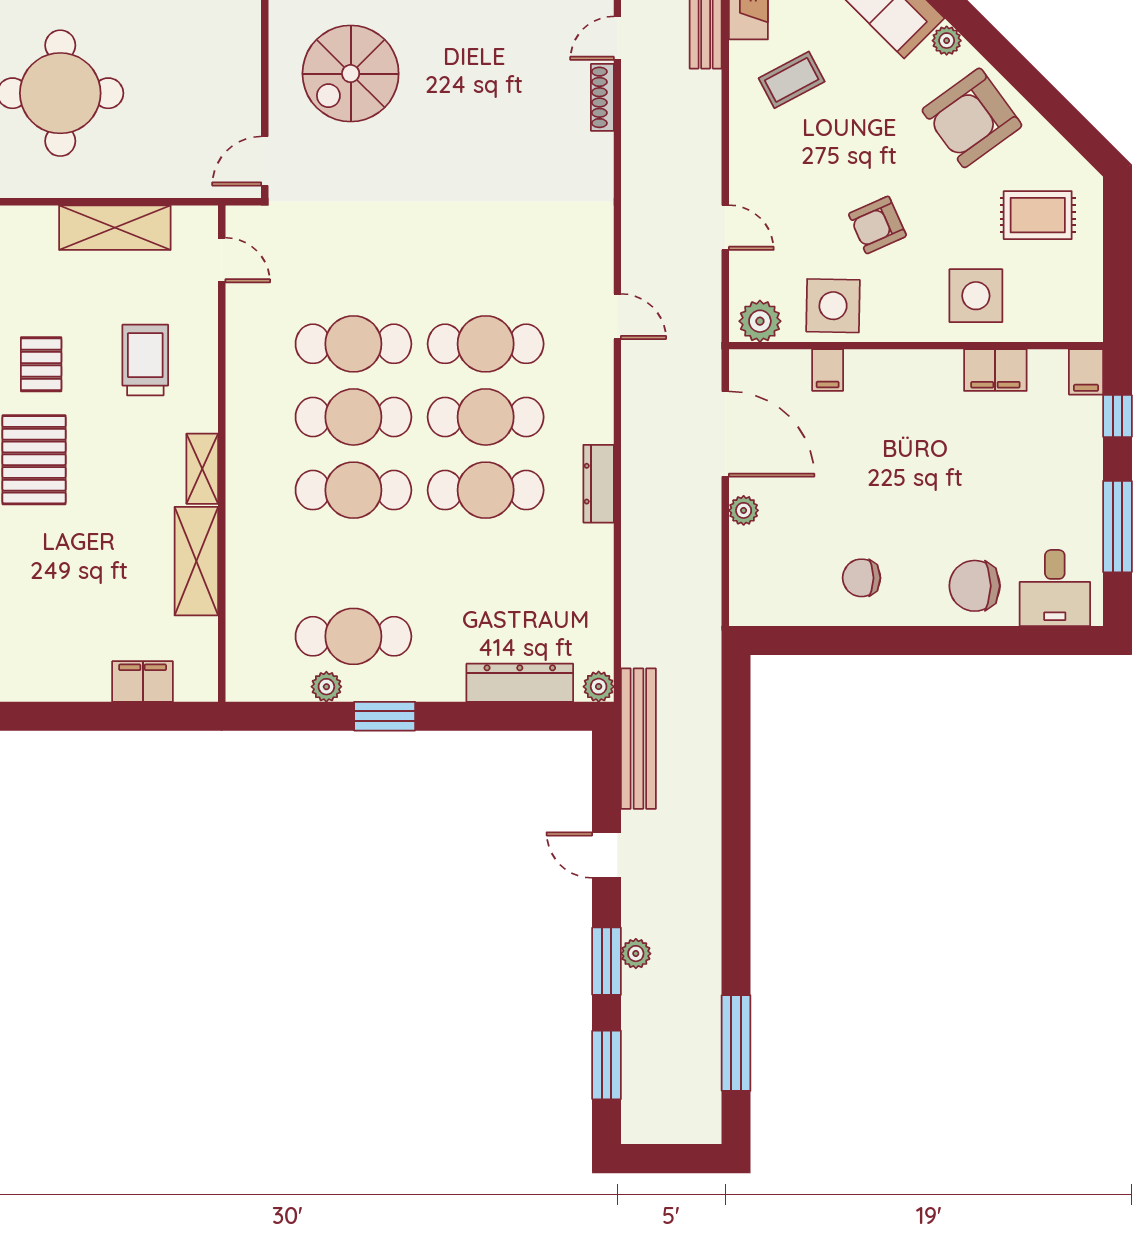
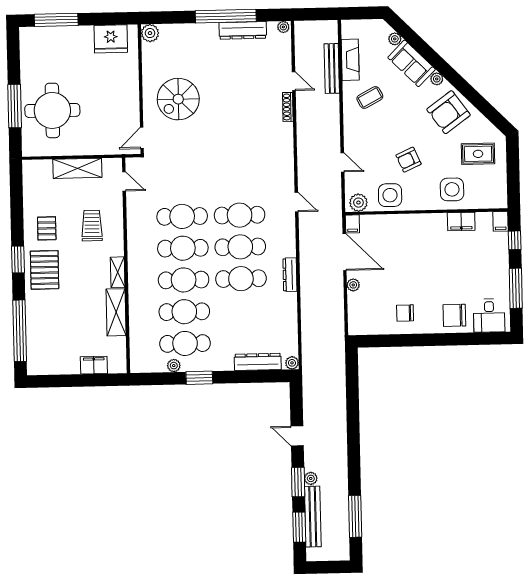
door: (617, 38) -> (294, 81), swing flipped
filing cabinet: (828, 370) -> (352, 224), moved
cafe table: (353, 563) -> (184, 312), added
bench: (638, 739) -> (313, 517), moved

